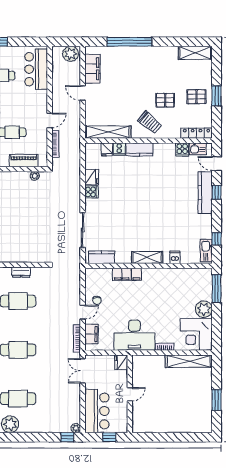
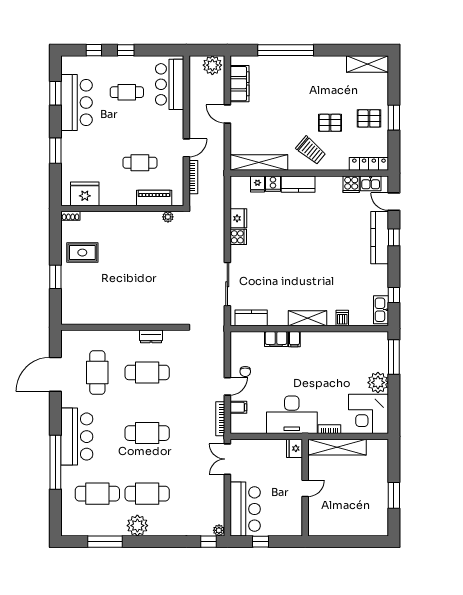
filing cabinet: (91, 334) -> (238, 407), width x0.50
shelving: (189, 361) -> (337, 447), moved
fridge: (121, 362) -> (294, 448), moved
door: (130, 394) -> (305, 488), moved
wall: (130, 394) -> (305, 488), moved

